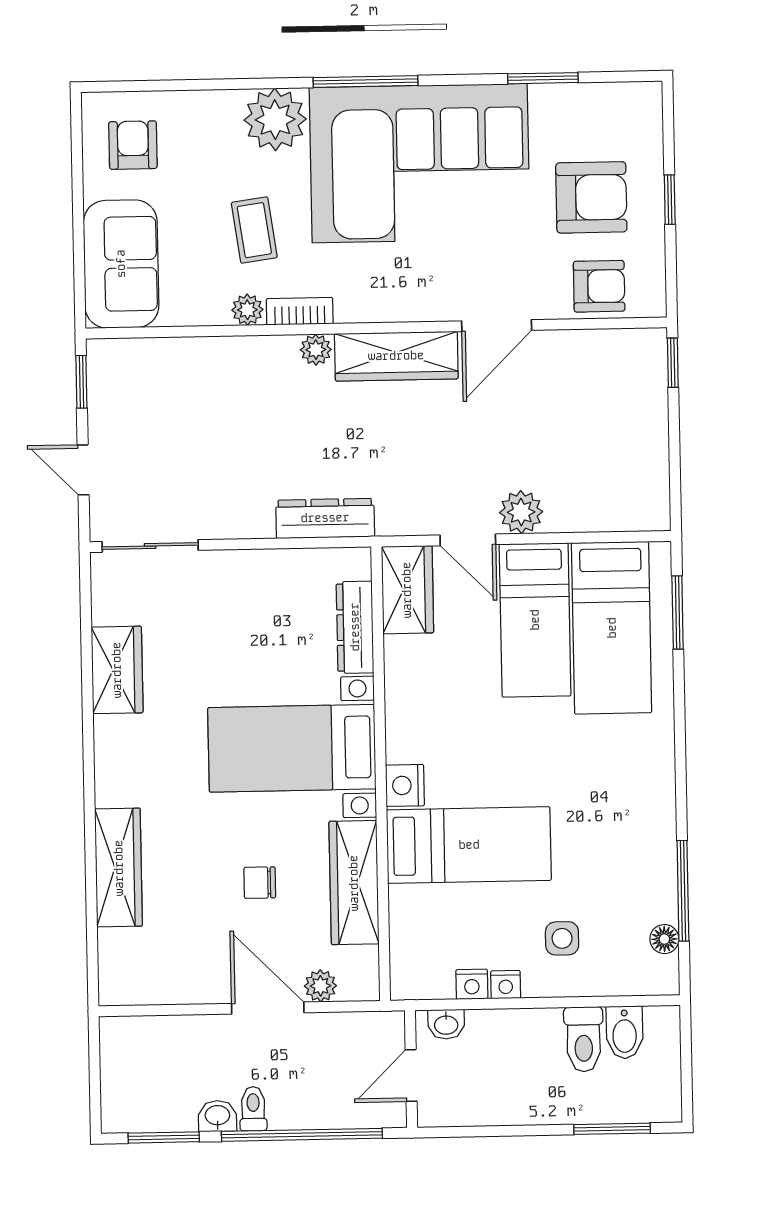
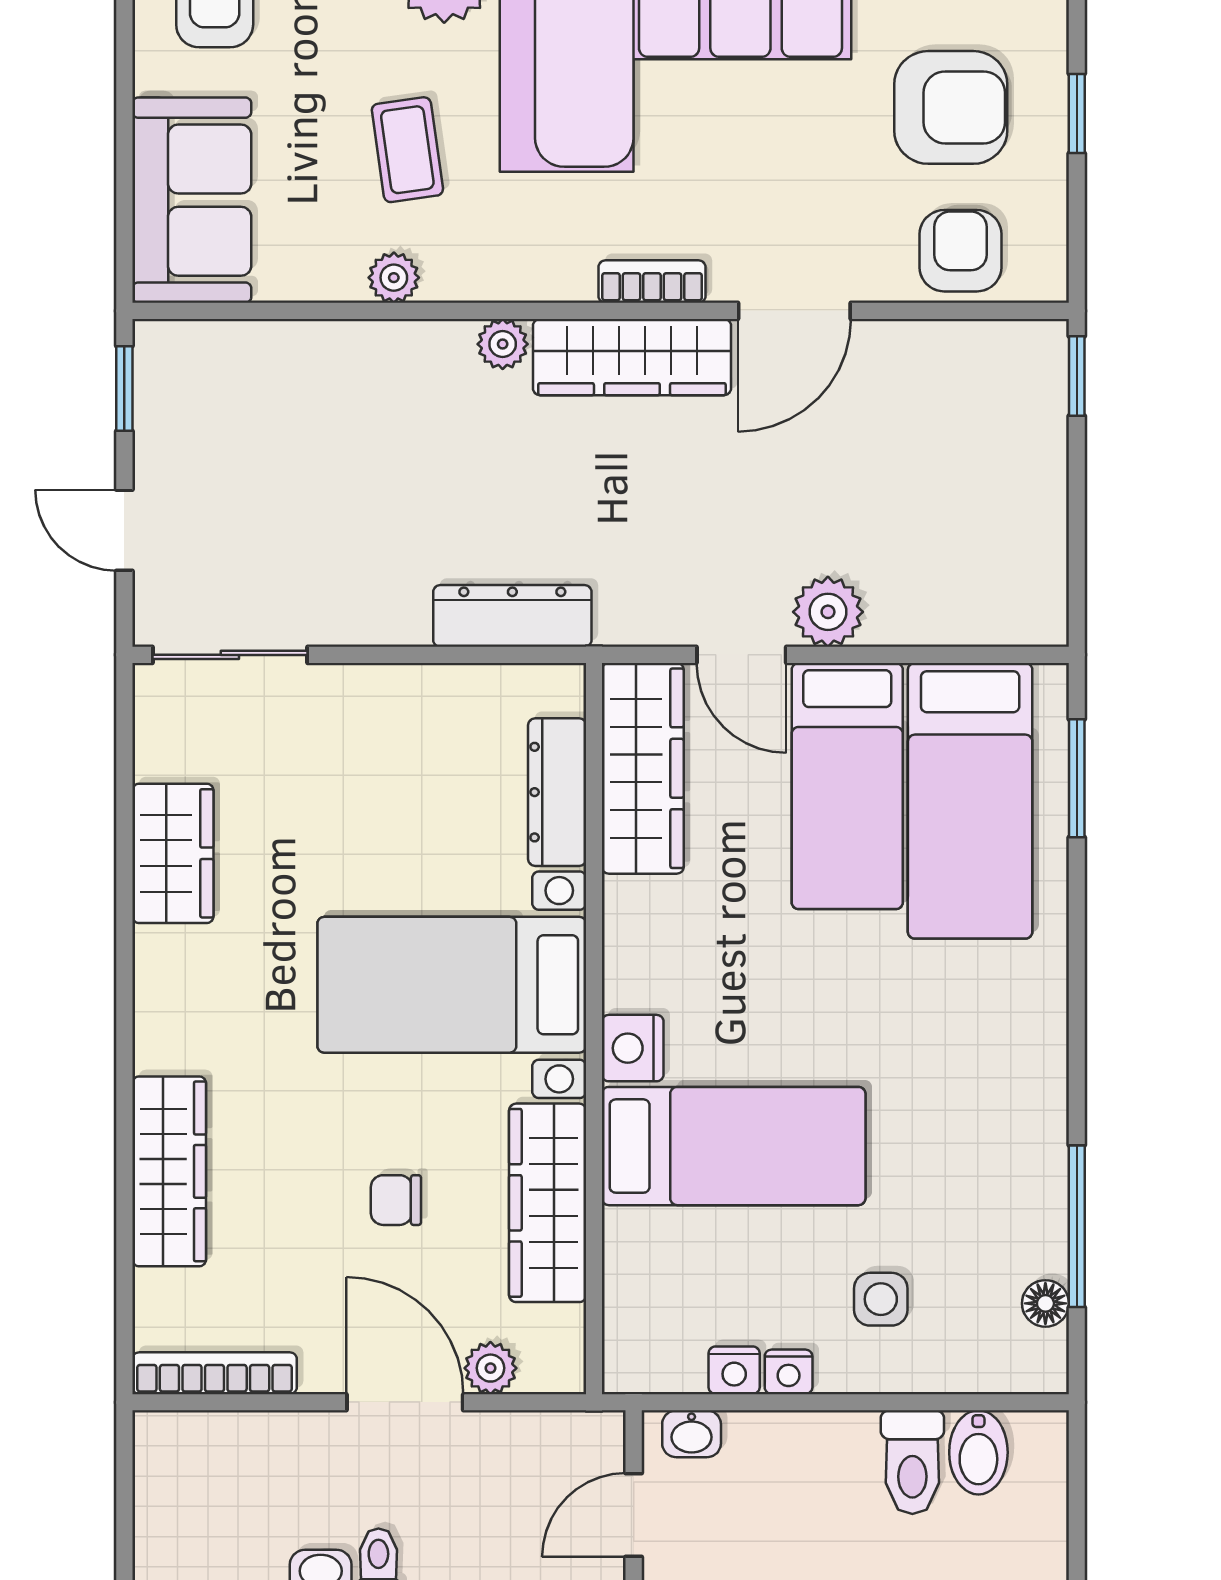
armchair: (599, 286) -> (961, 251), turned -90
bookcase: (300, 311) -> (652, 282), moved
wardrobe: (407, 590) -> (643, 768), width x1.50
bookcase: (149, 992) -> (215, 1373), added

